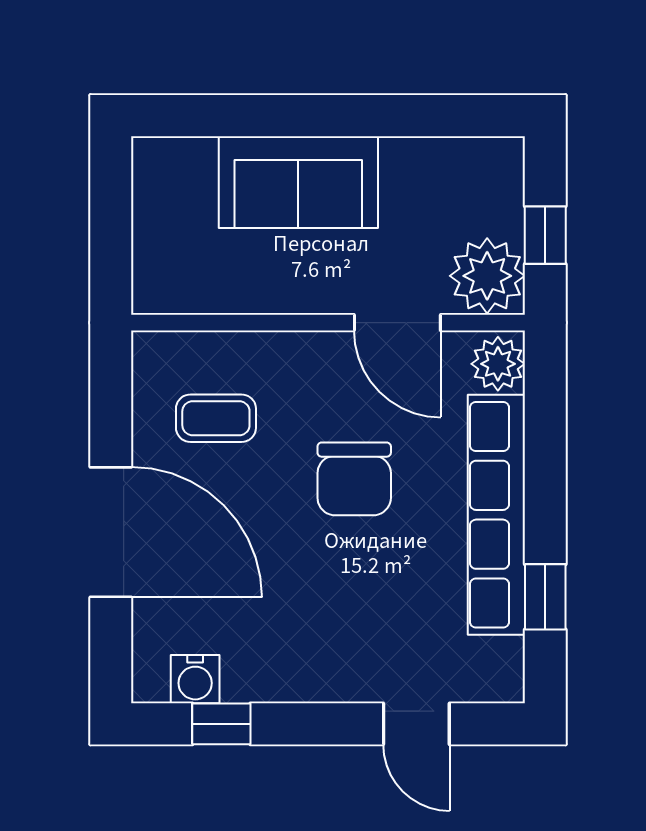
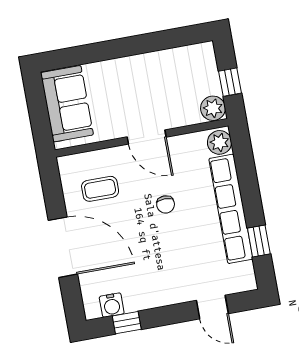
sofa: (298, 182) -> (67, 104), moved, turned -90
plant: (487, 276) -> (213, 108), width x0.73, depth x0.73
door: (397, 323) -> (147, 137), moved
chair: (354, 479) -> (166, 204), width x0.54, depth x0.54

